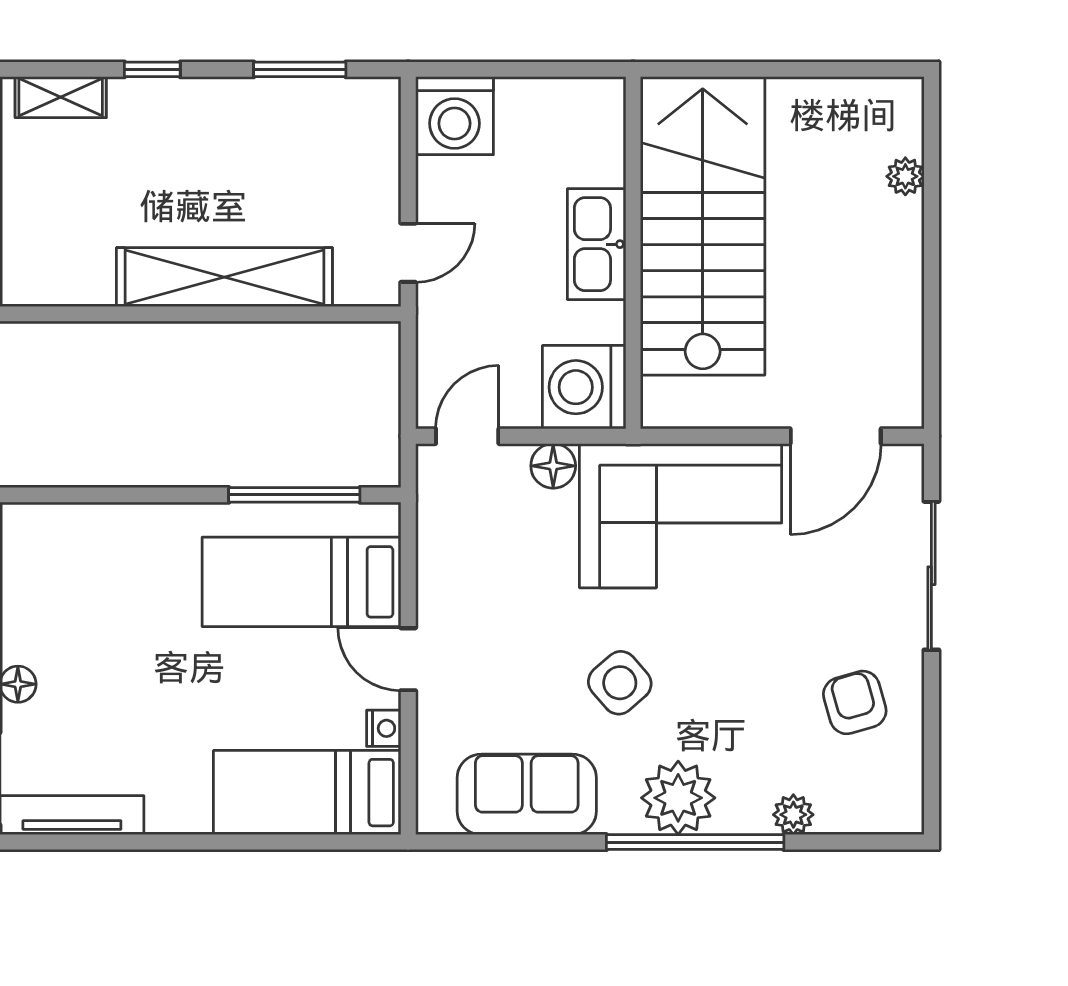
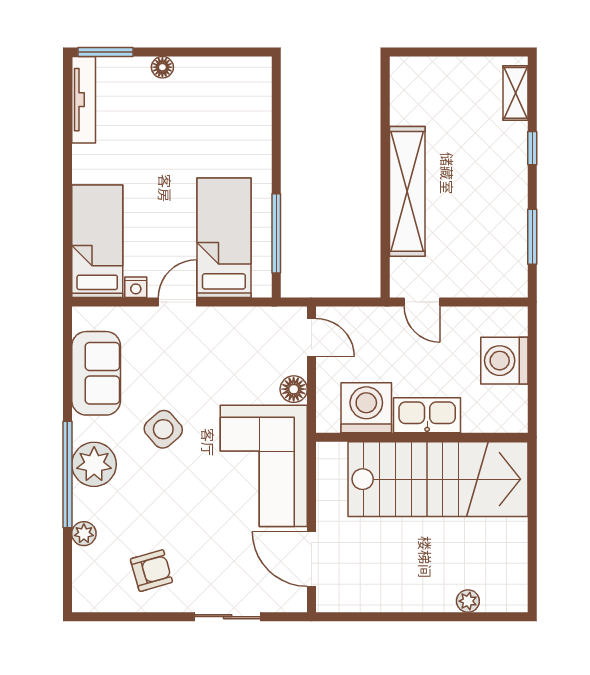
washing machine: (454, 116) -> (504, 361), moved
washing machine: (584, 387) -> (366, 408), moved
sliding door: (931, 576) -> (228, 617), width x0.73

